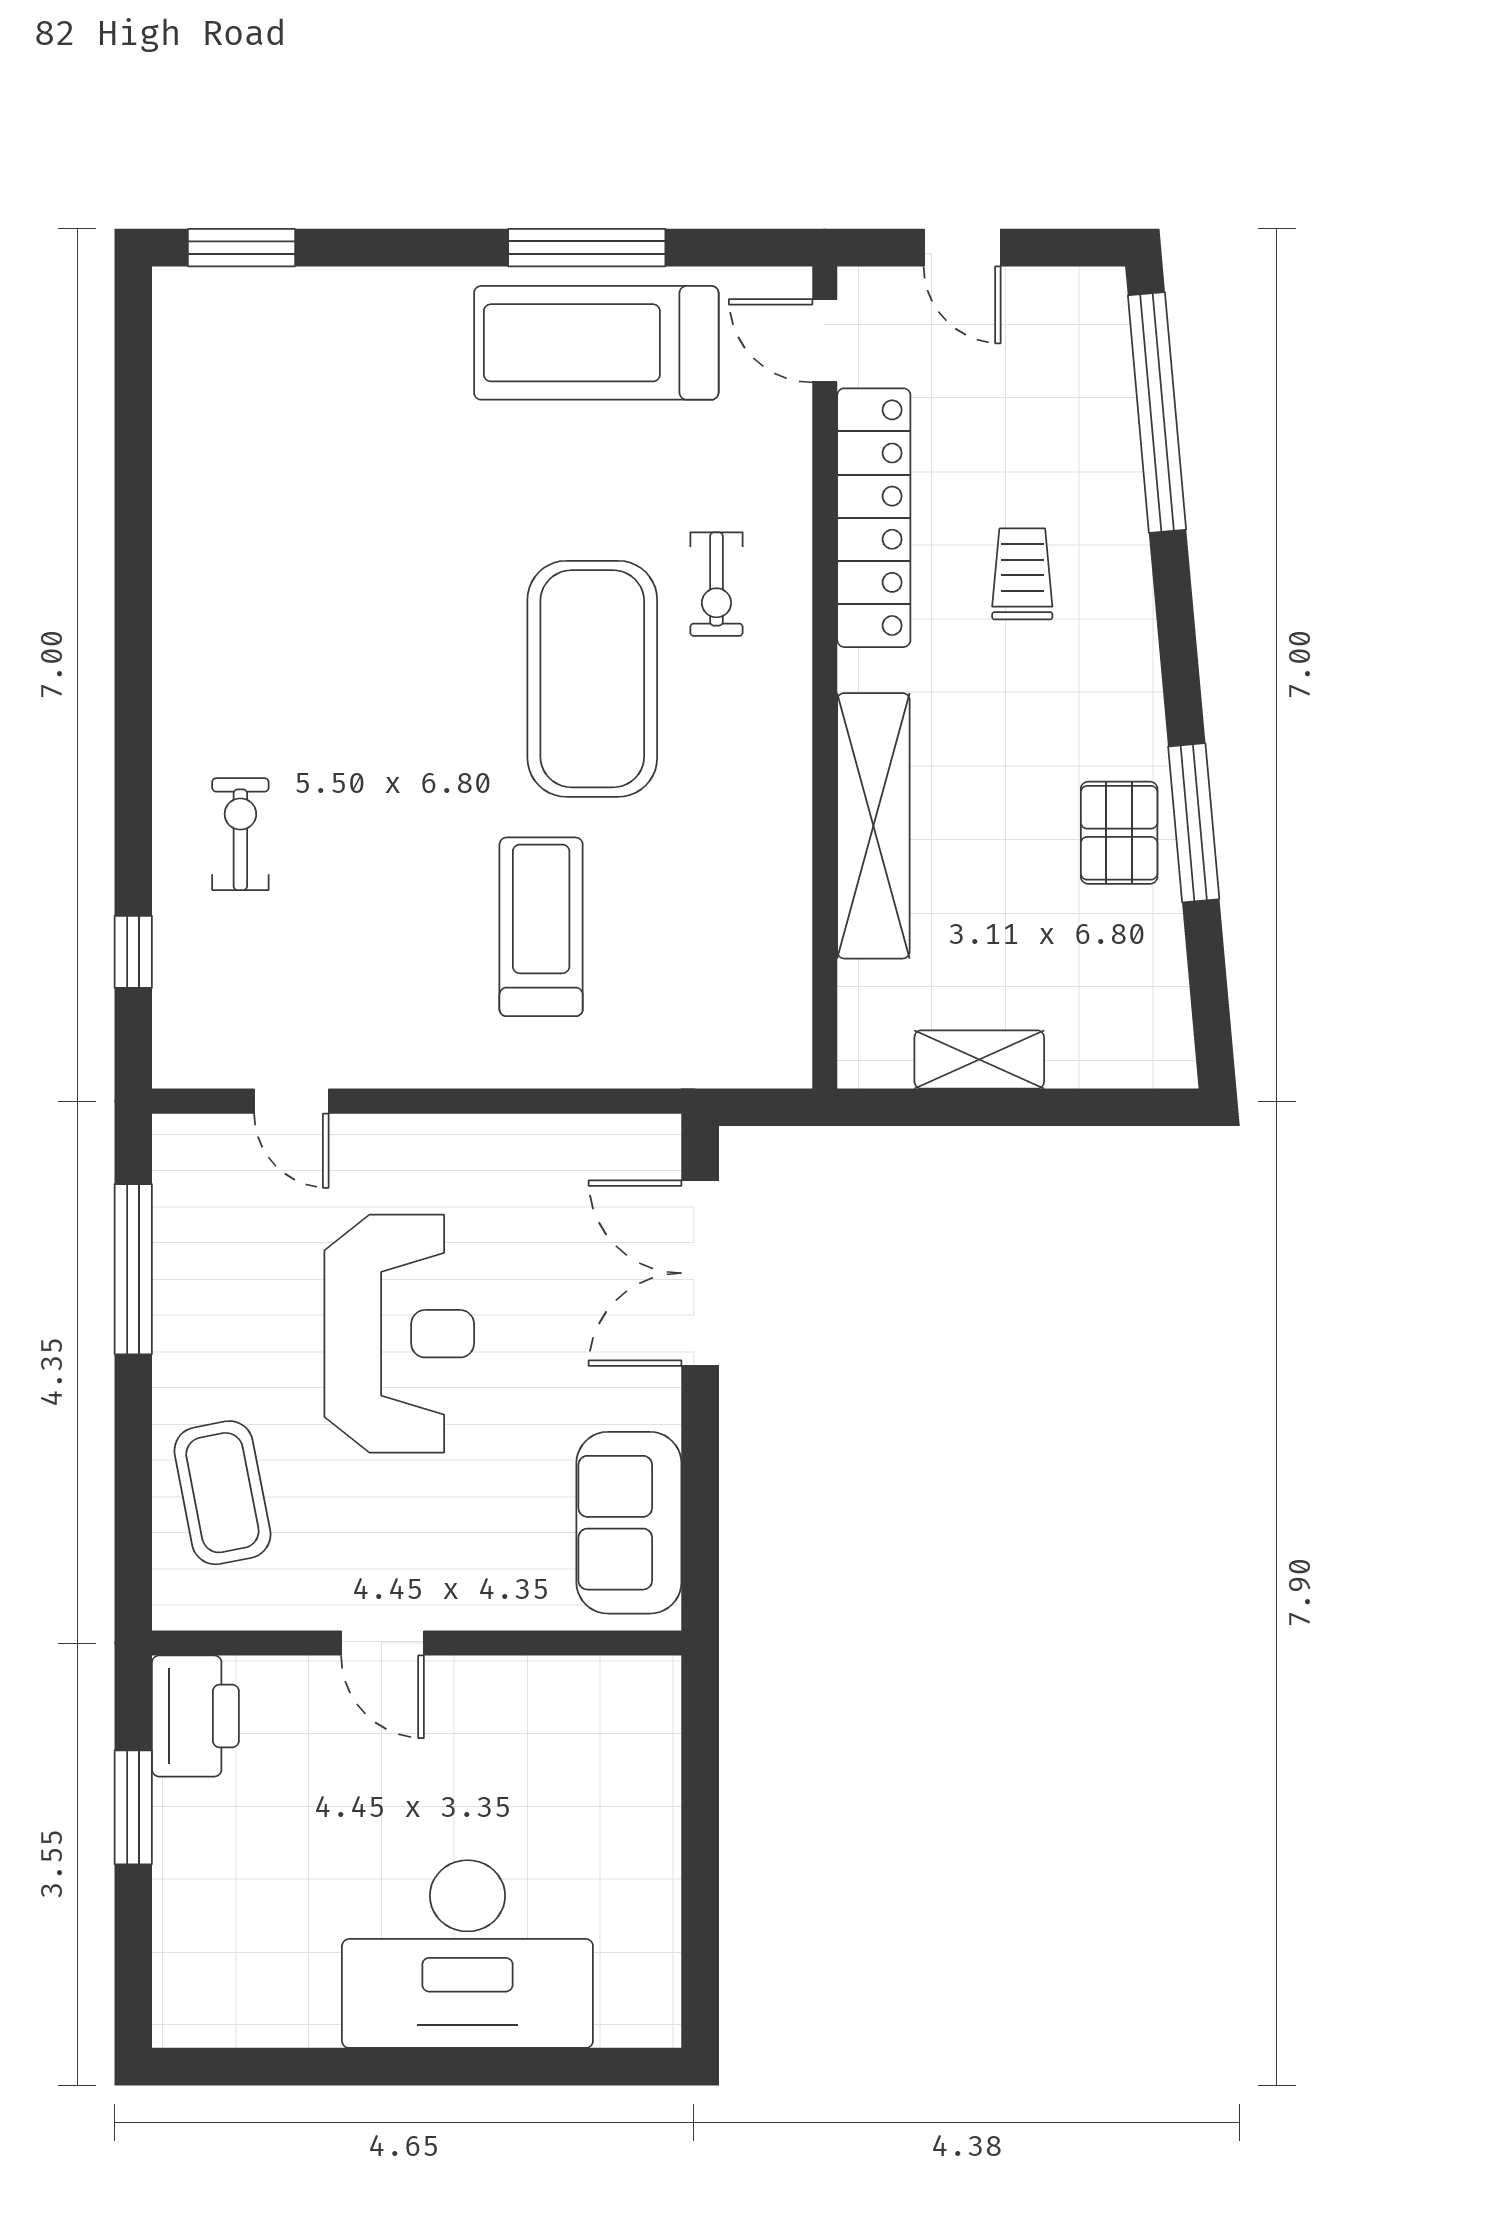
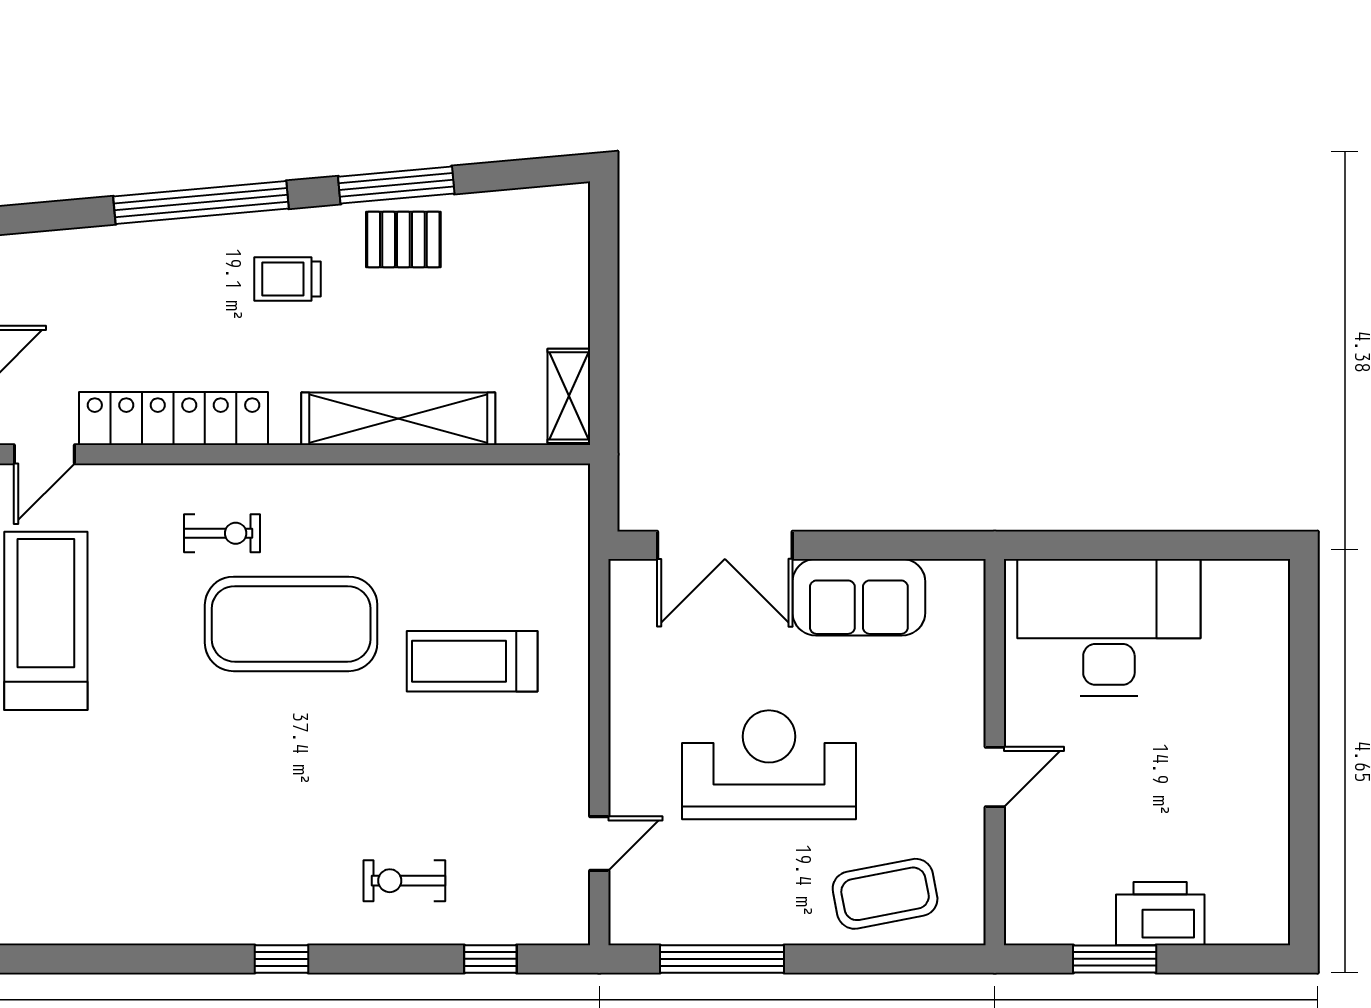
treadmill: (596, 343) -> (46, 621), turned 180
window: (1157, 412) -> (201, 202), moved
trolley: (1022, 574) -> (287, 279), moved
window: (133, 666) -> (282, 959), added
shelving: (979, 1059) -> (569, 396), moved
sofa: (629, 1523) -> (859, 597), moved
printer: (195, 1716) -> (1160, 914), moved
desk: (467, 1954) -> (1109, 627), moved, turned -90

